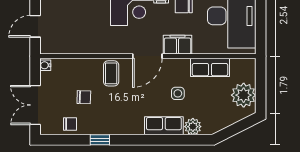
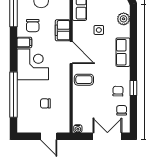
chair: (79, 22) -> (45, 103), added
chair: (84, 97) -> (118, 91), moved
double door: (35, 105) -> (107, 136), swing flipped
row of seats: (164, 126) -> (123, 52), moved

